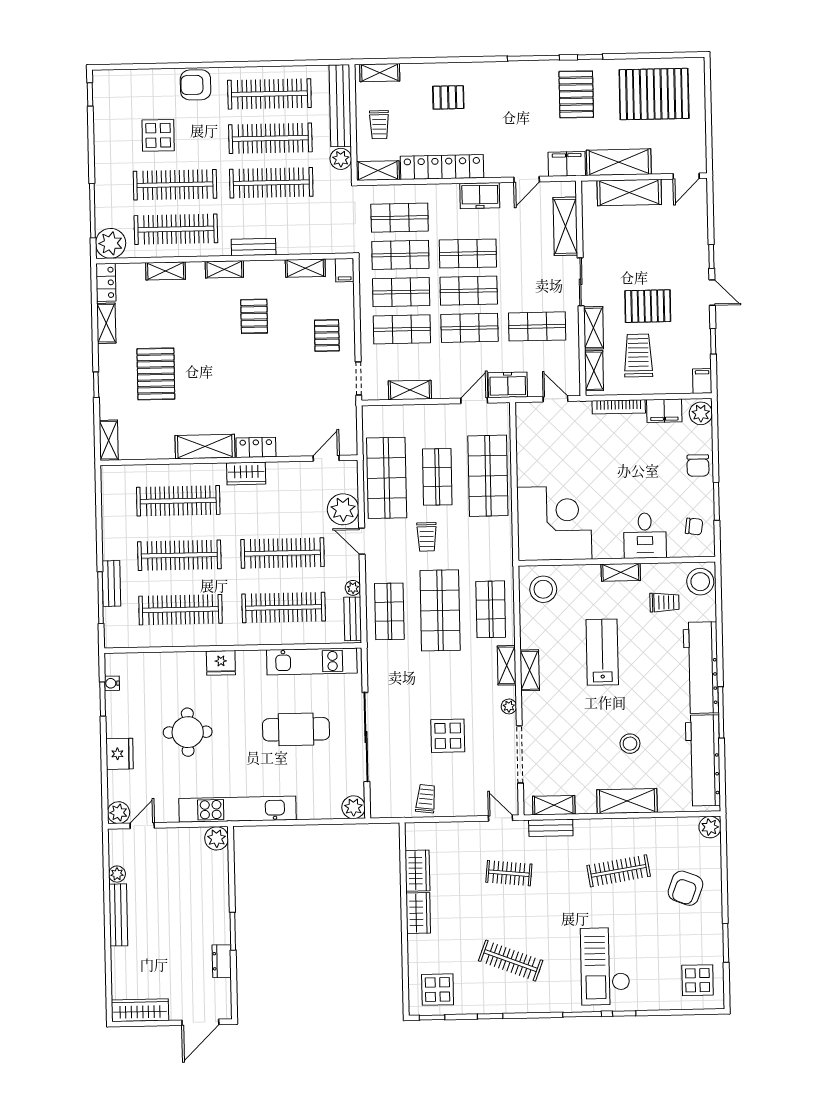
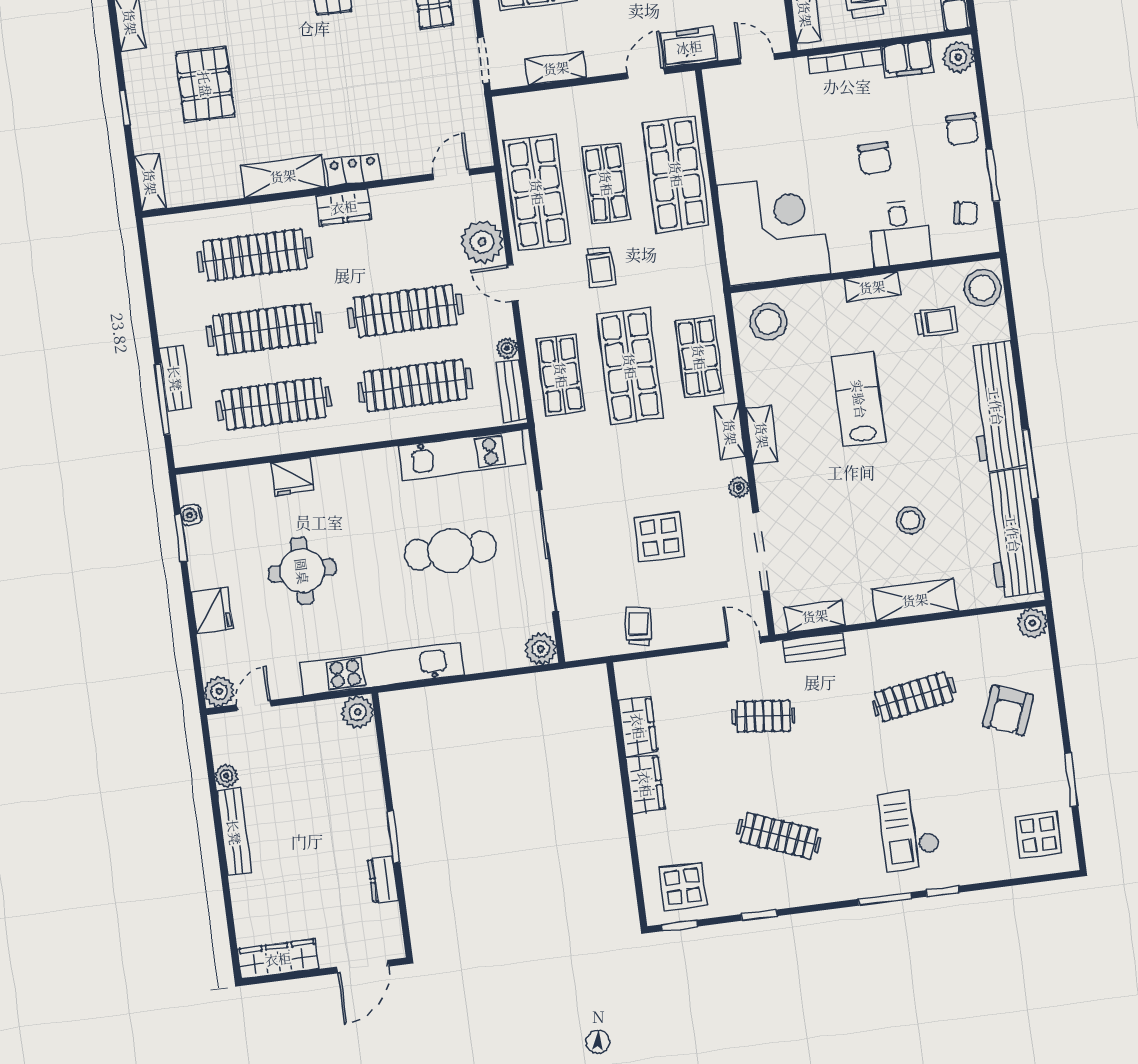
chair: (633, 480) -> (875, 158), added
fridge: (221, 663) -> (292, 477), moved
checkout: (605, 966) -> (909, 829), width x0.73, depth x0.83

